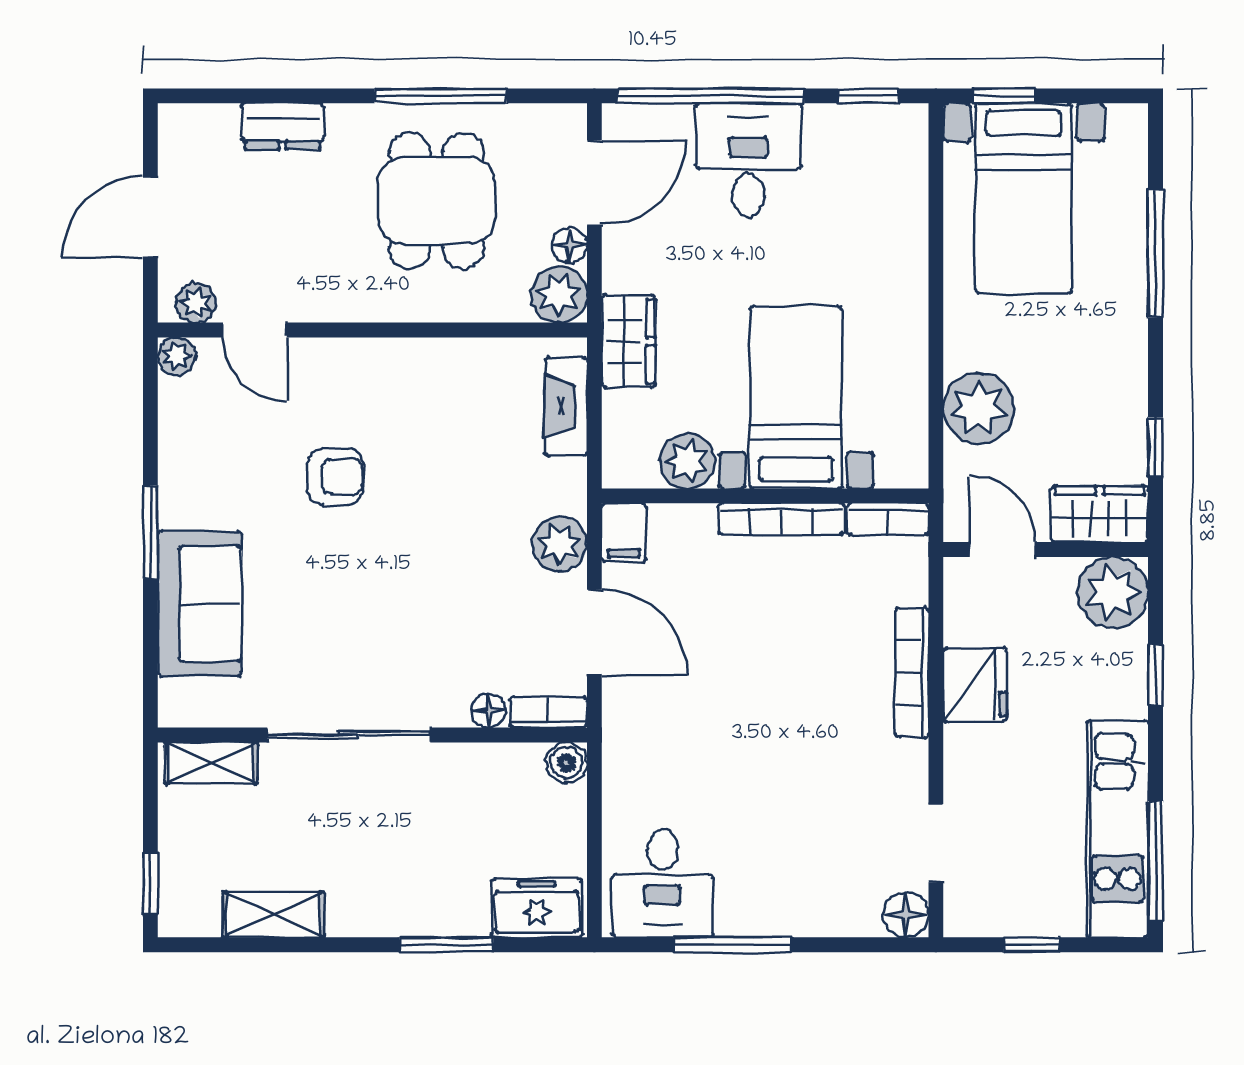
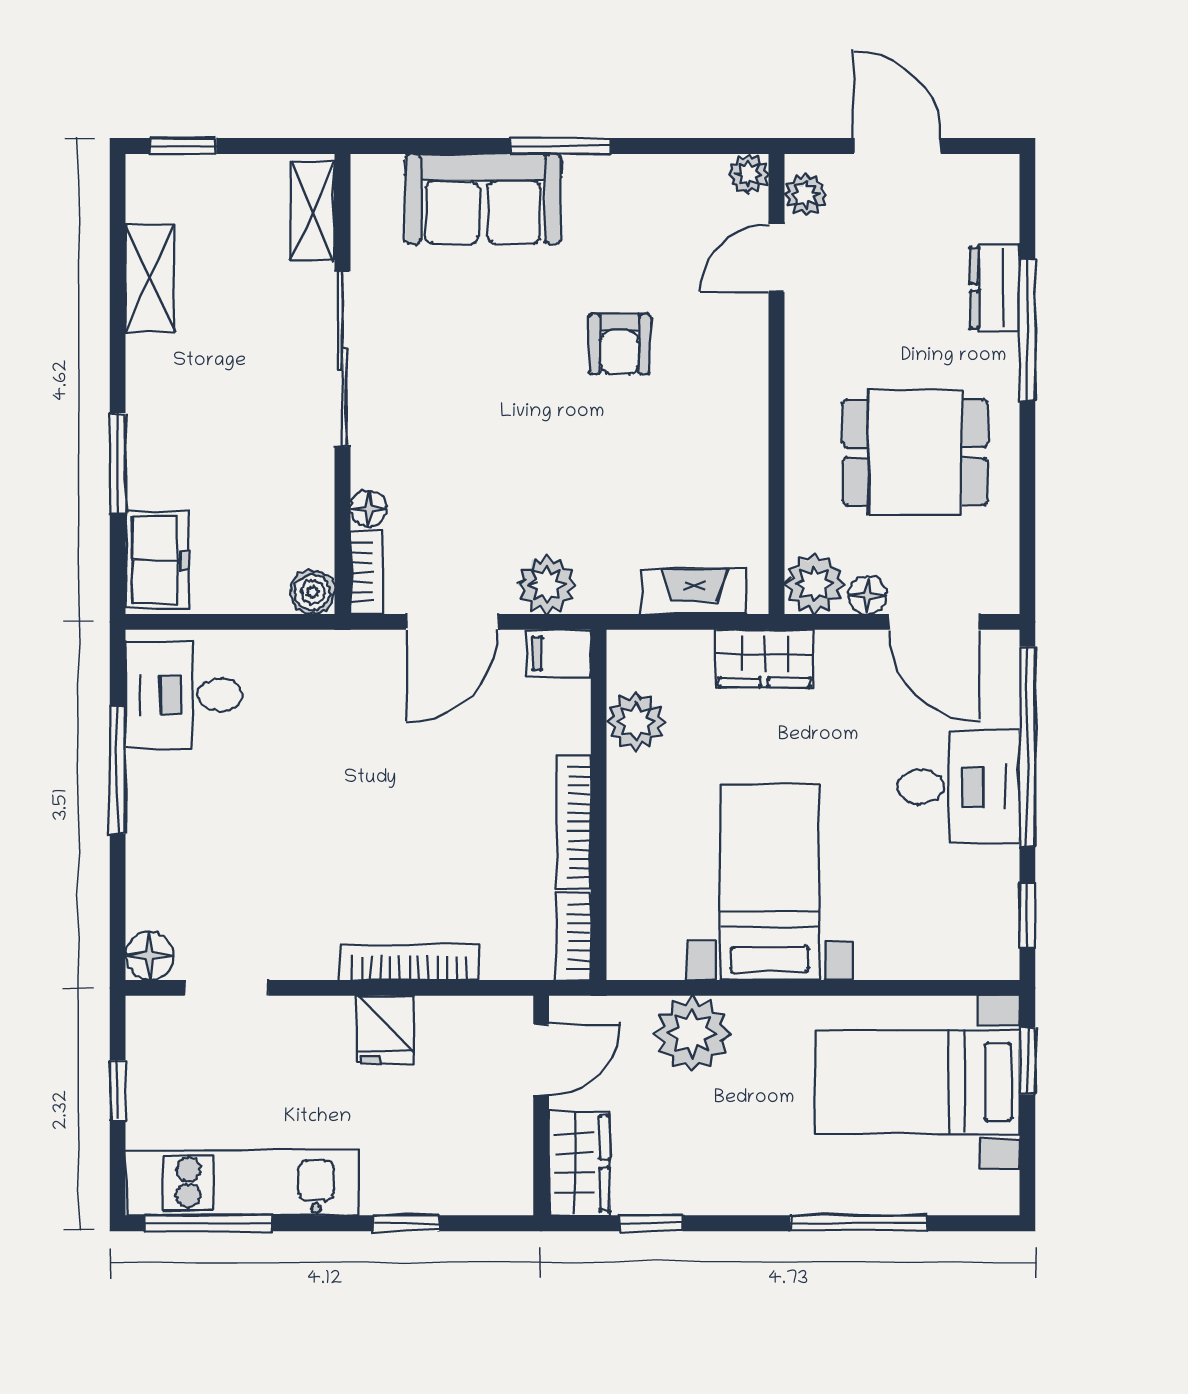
window: (441, 96) -> (1027, 330), moved
bed with nightstands: (796, 397) -> (770, 882), moved, turned -90
plant: (1113, 592) -> (495, 1177), removed
fridge: (975, 685) -> (385, 1030), width x0.72

